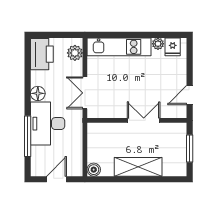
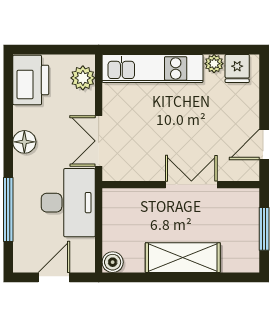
desk: (48, 124) -> (68, 203), moved, turned 180

